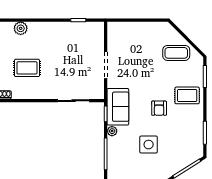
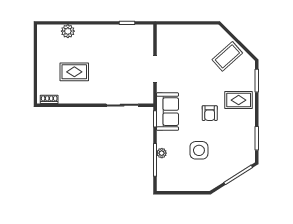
coffee table: (176, 53) -> (227, 56), turned -42
plant: (112, 131) -> (162, 153), moved

